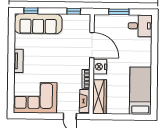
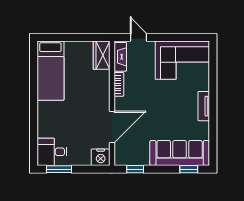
window: (119, 12) -> (59, 169), moved
door: (92, 45) -> (112, 127), swing flipped
nightstand: (100, 67) -> (101, 157), moved, turned 90
wardrobe: (100, 97) -> (102, 55), width x0.67

